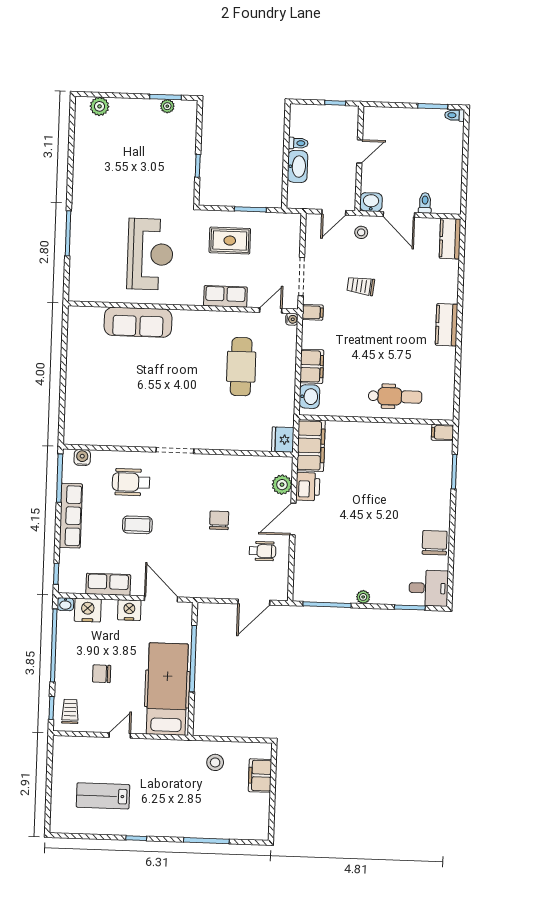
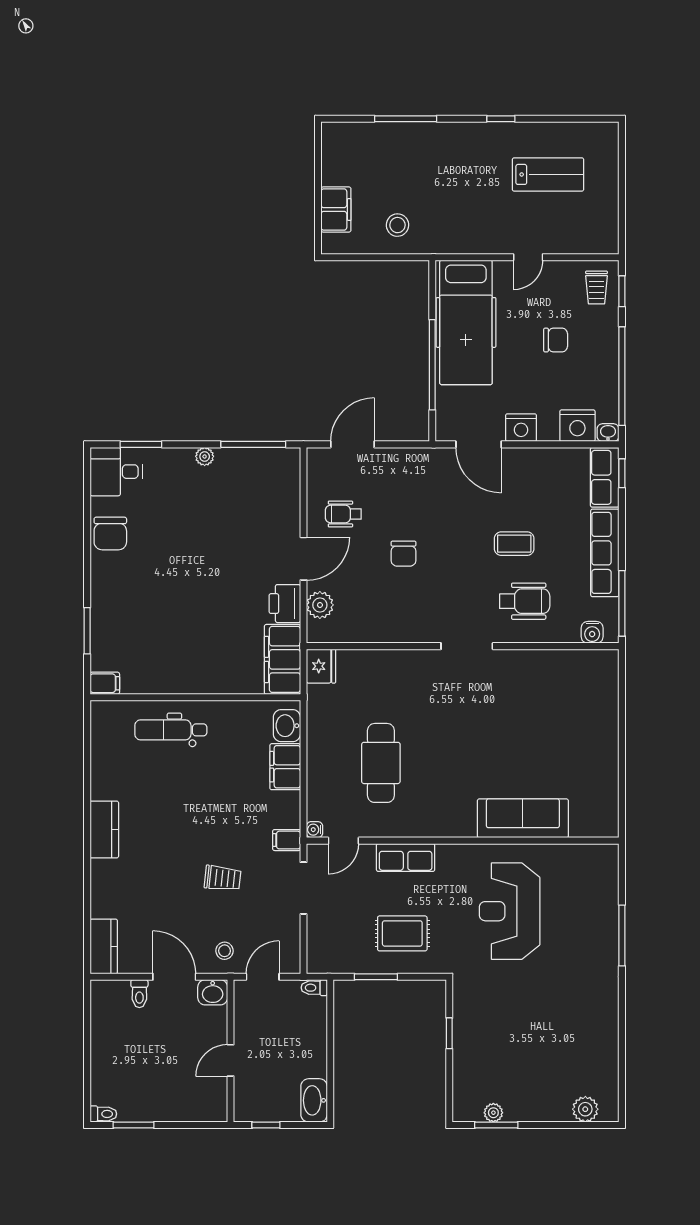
toilet: (298, 143) -> (314, 988), moved
washbasin: (297, 166) -> (314, 1100), moved
row of seats: (108, 584) -> (605, 477), moved, turned 90

